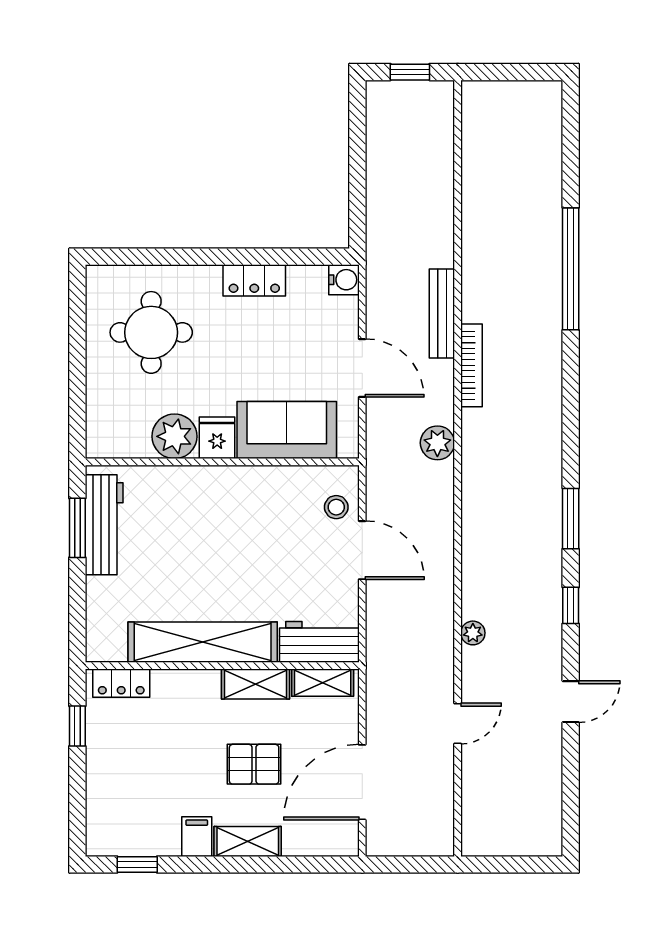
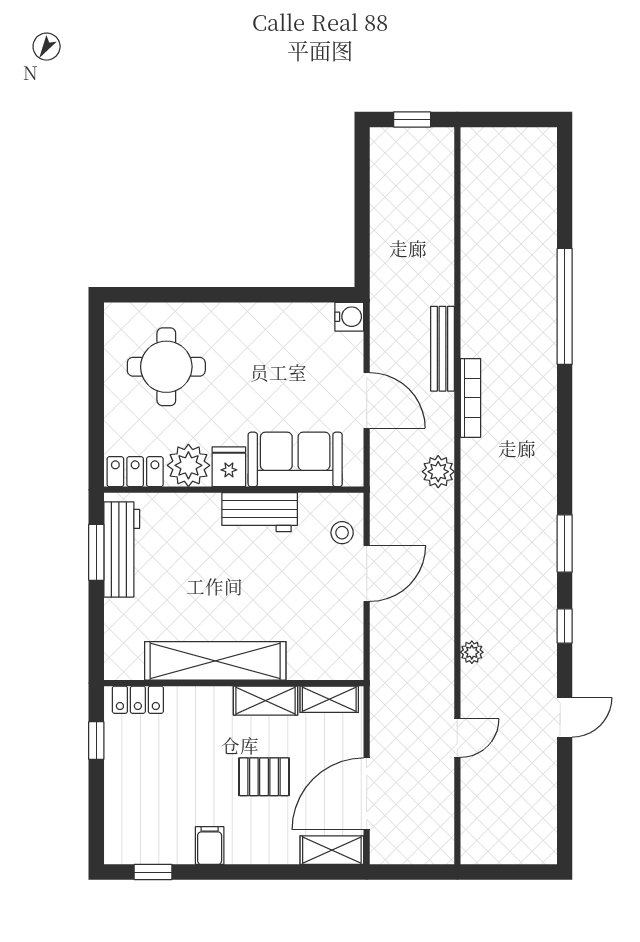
locker: (254, 280) -> (135, 472), moved, turned 180
door: (362, 550) -> (367, 574), hinge flipped
workbench: (319, 642) -> (260, 512), moved, turned 180
shelving: (248, 841) -> (332, 850), moved

